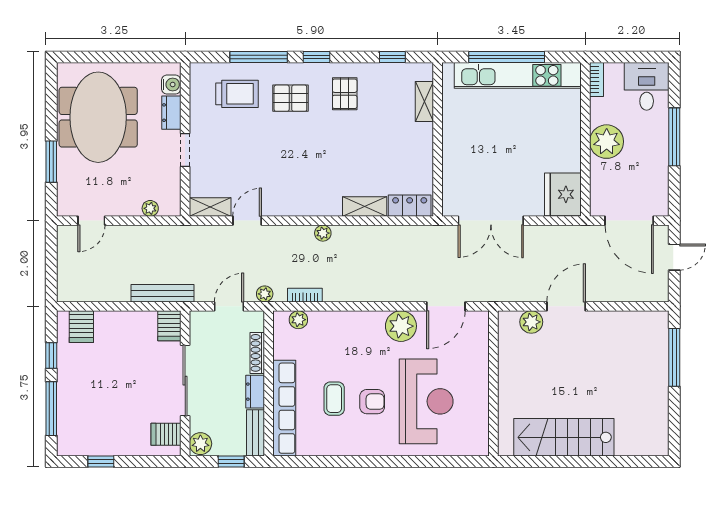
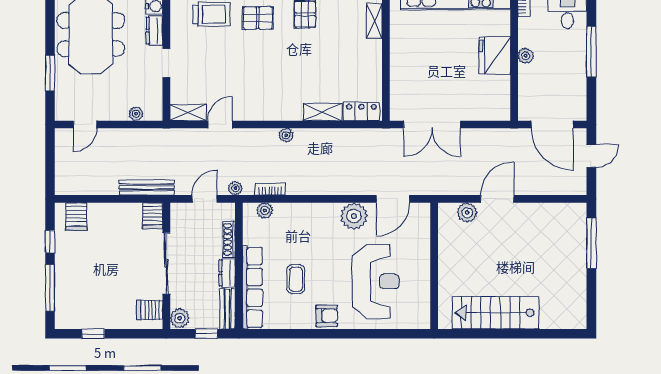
plant: (607, 142) -> (526, 56), width x0.53, depth x0.53
fridge: (563, 194) -> (495, 55), moved
armchair: (372, 402) -> (327, 316), moved

